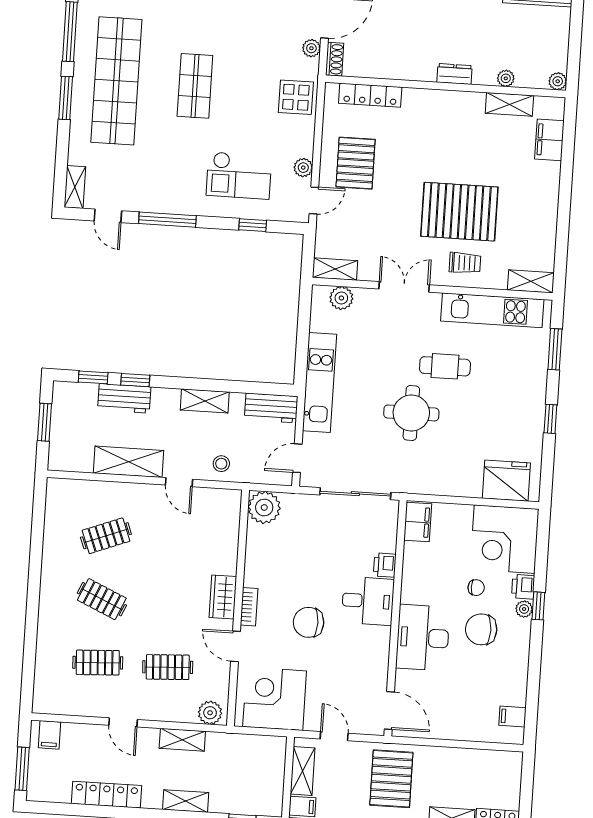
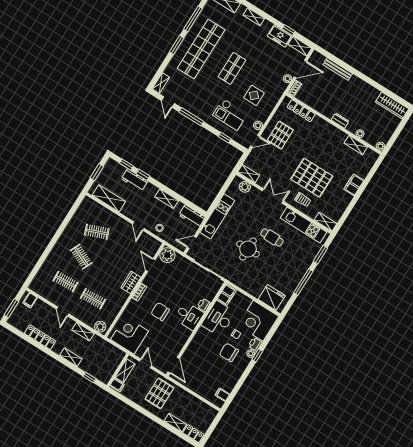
display table: (296, 97) -> (254, 95), moved
filing cabinet: (549, 140) -> (354, 185), moved
window: (550, 419) -> (303, 282), width x2.17
shelving: (129, 462) -> (109, 198), moved
desk: (423, 638) -> (218, 319), moved
door: (235, 646) -> (150, 265), moved

